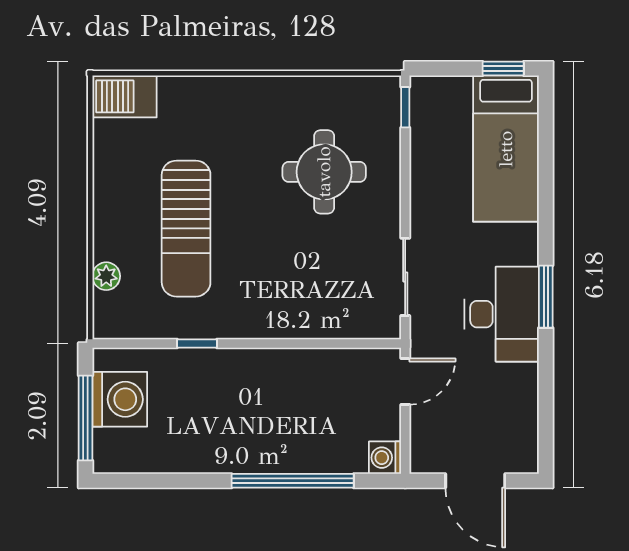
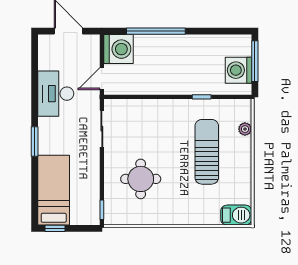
window: (546, 297) -> (35, 141), moved
desk: (502, 314) -> (56, 94), moved
washing machine: (385, 458) -> (118, 49), width x1.89, depth x1.89

